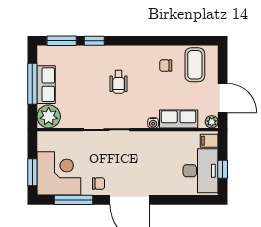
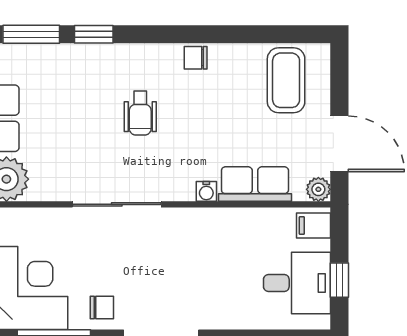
chair: (166, 66) -> (196, 58), moved
desk: (201, 171) -> (297, 283), width x0.73

